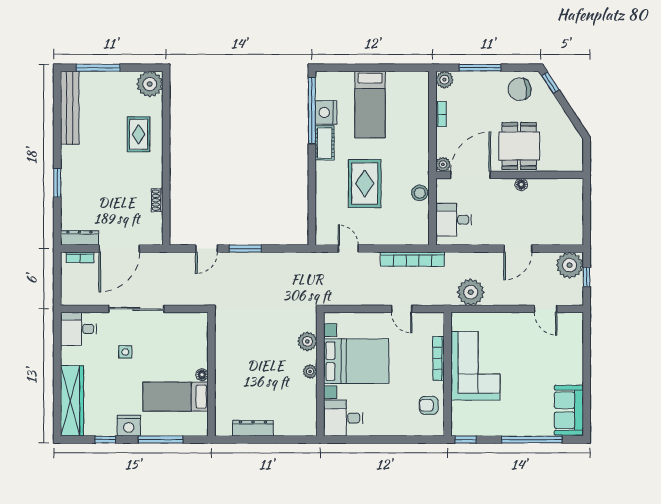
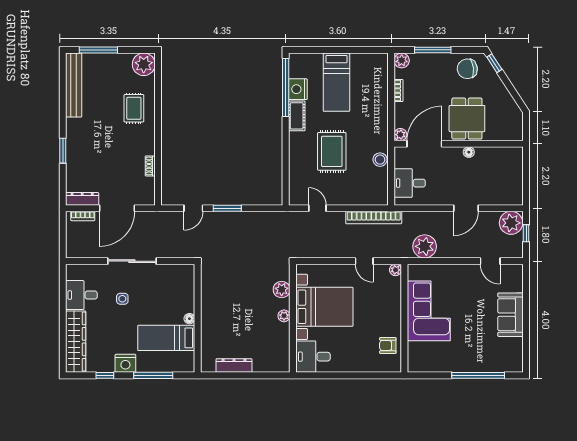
plant: (437, 319) -> (396, 270), added
desk: (79, 329) -> (81, 295), moved
bookcase: (439, 358) -> (396, 304), removed
sofa: (569, 410) -> (510, 315), moved
window: (466, 440) -> (420, 375), removed

